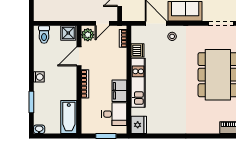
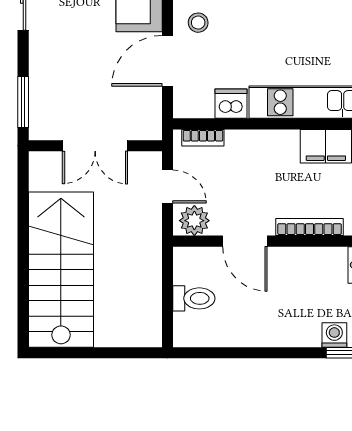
shower: (68, 33) -> (190, 266), removed
toilet: (44, 35) -> (194, 298), moved
washing machine: (39, 77) -> (334, 335), moved

